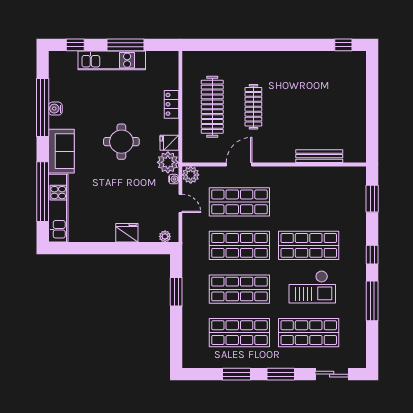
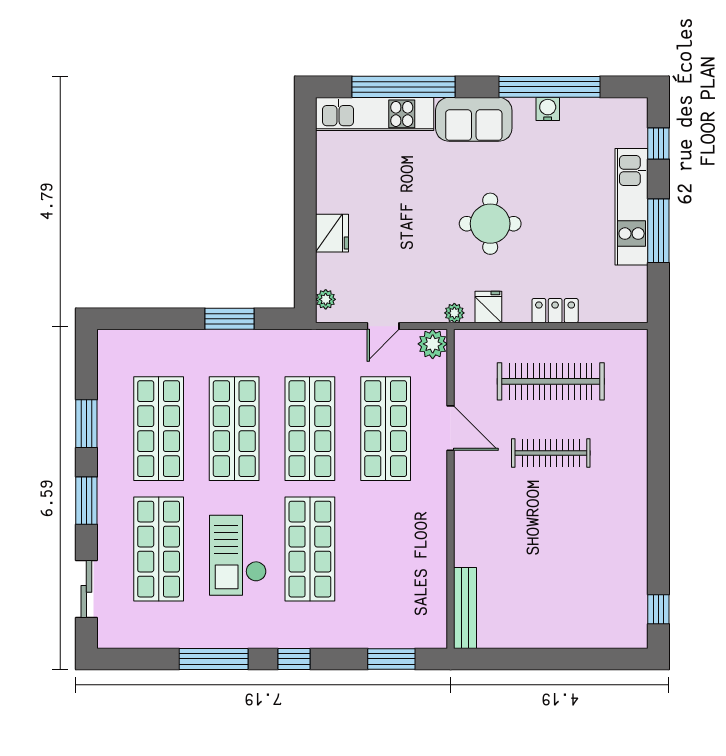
bench: (319, 156) -> (465, 608), moved
plant: (168, 162) -> (454, 313), width x0.53, depth x0.53
water cooler: (174, 179) -> (425, 314), removed

